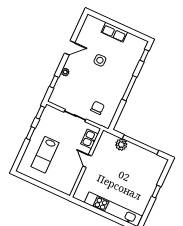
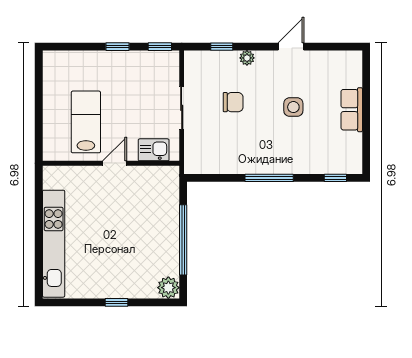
door: (70, 48) -> (291, 47), swing flipped
chair: (97, 108) -> (233, 102), moved
plant: (121, 145) -> (168, 288), moved
lab bench: (45, 155) -> (86, 122), moved, turned 90

